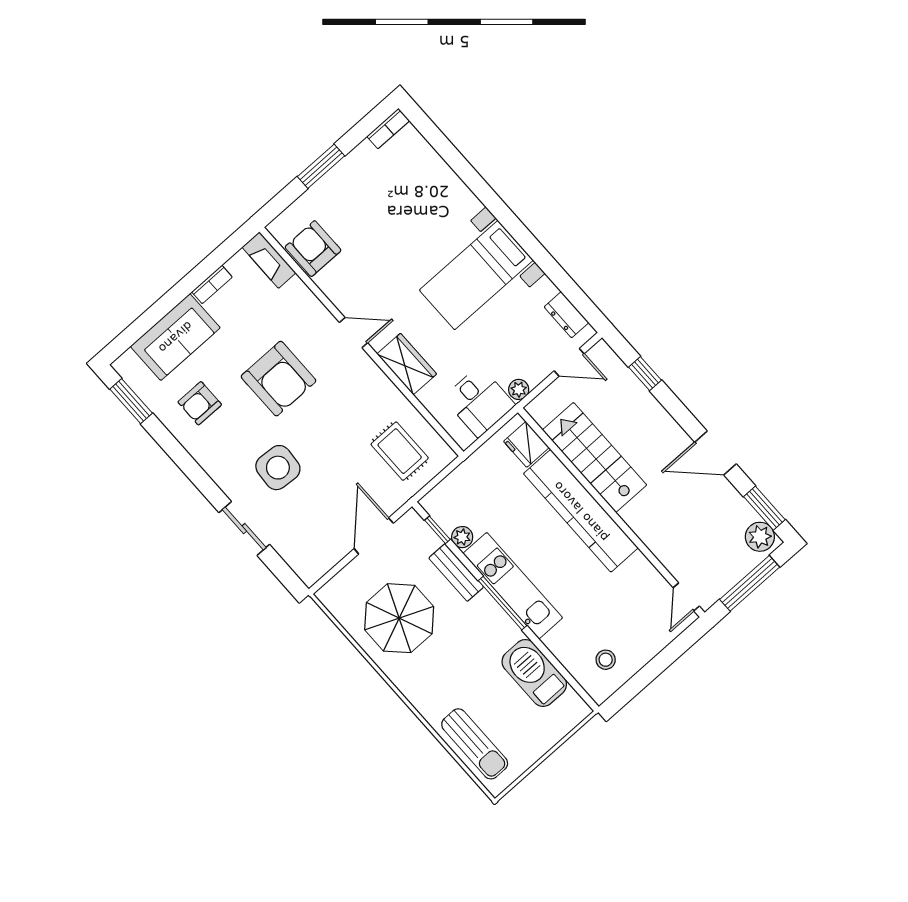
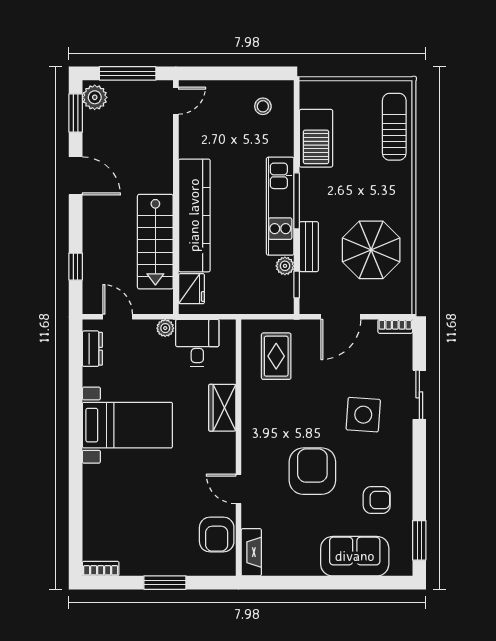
bookcase: (212, 284) -> (395, 326), moved, turned 180
door: (353, 333) -> (239, 489), moved

